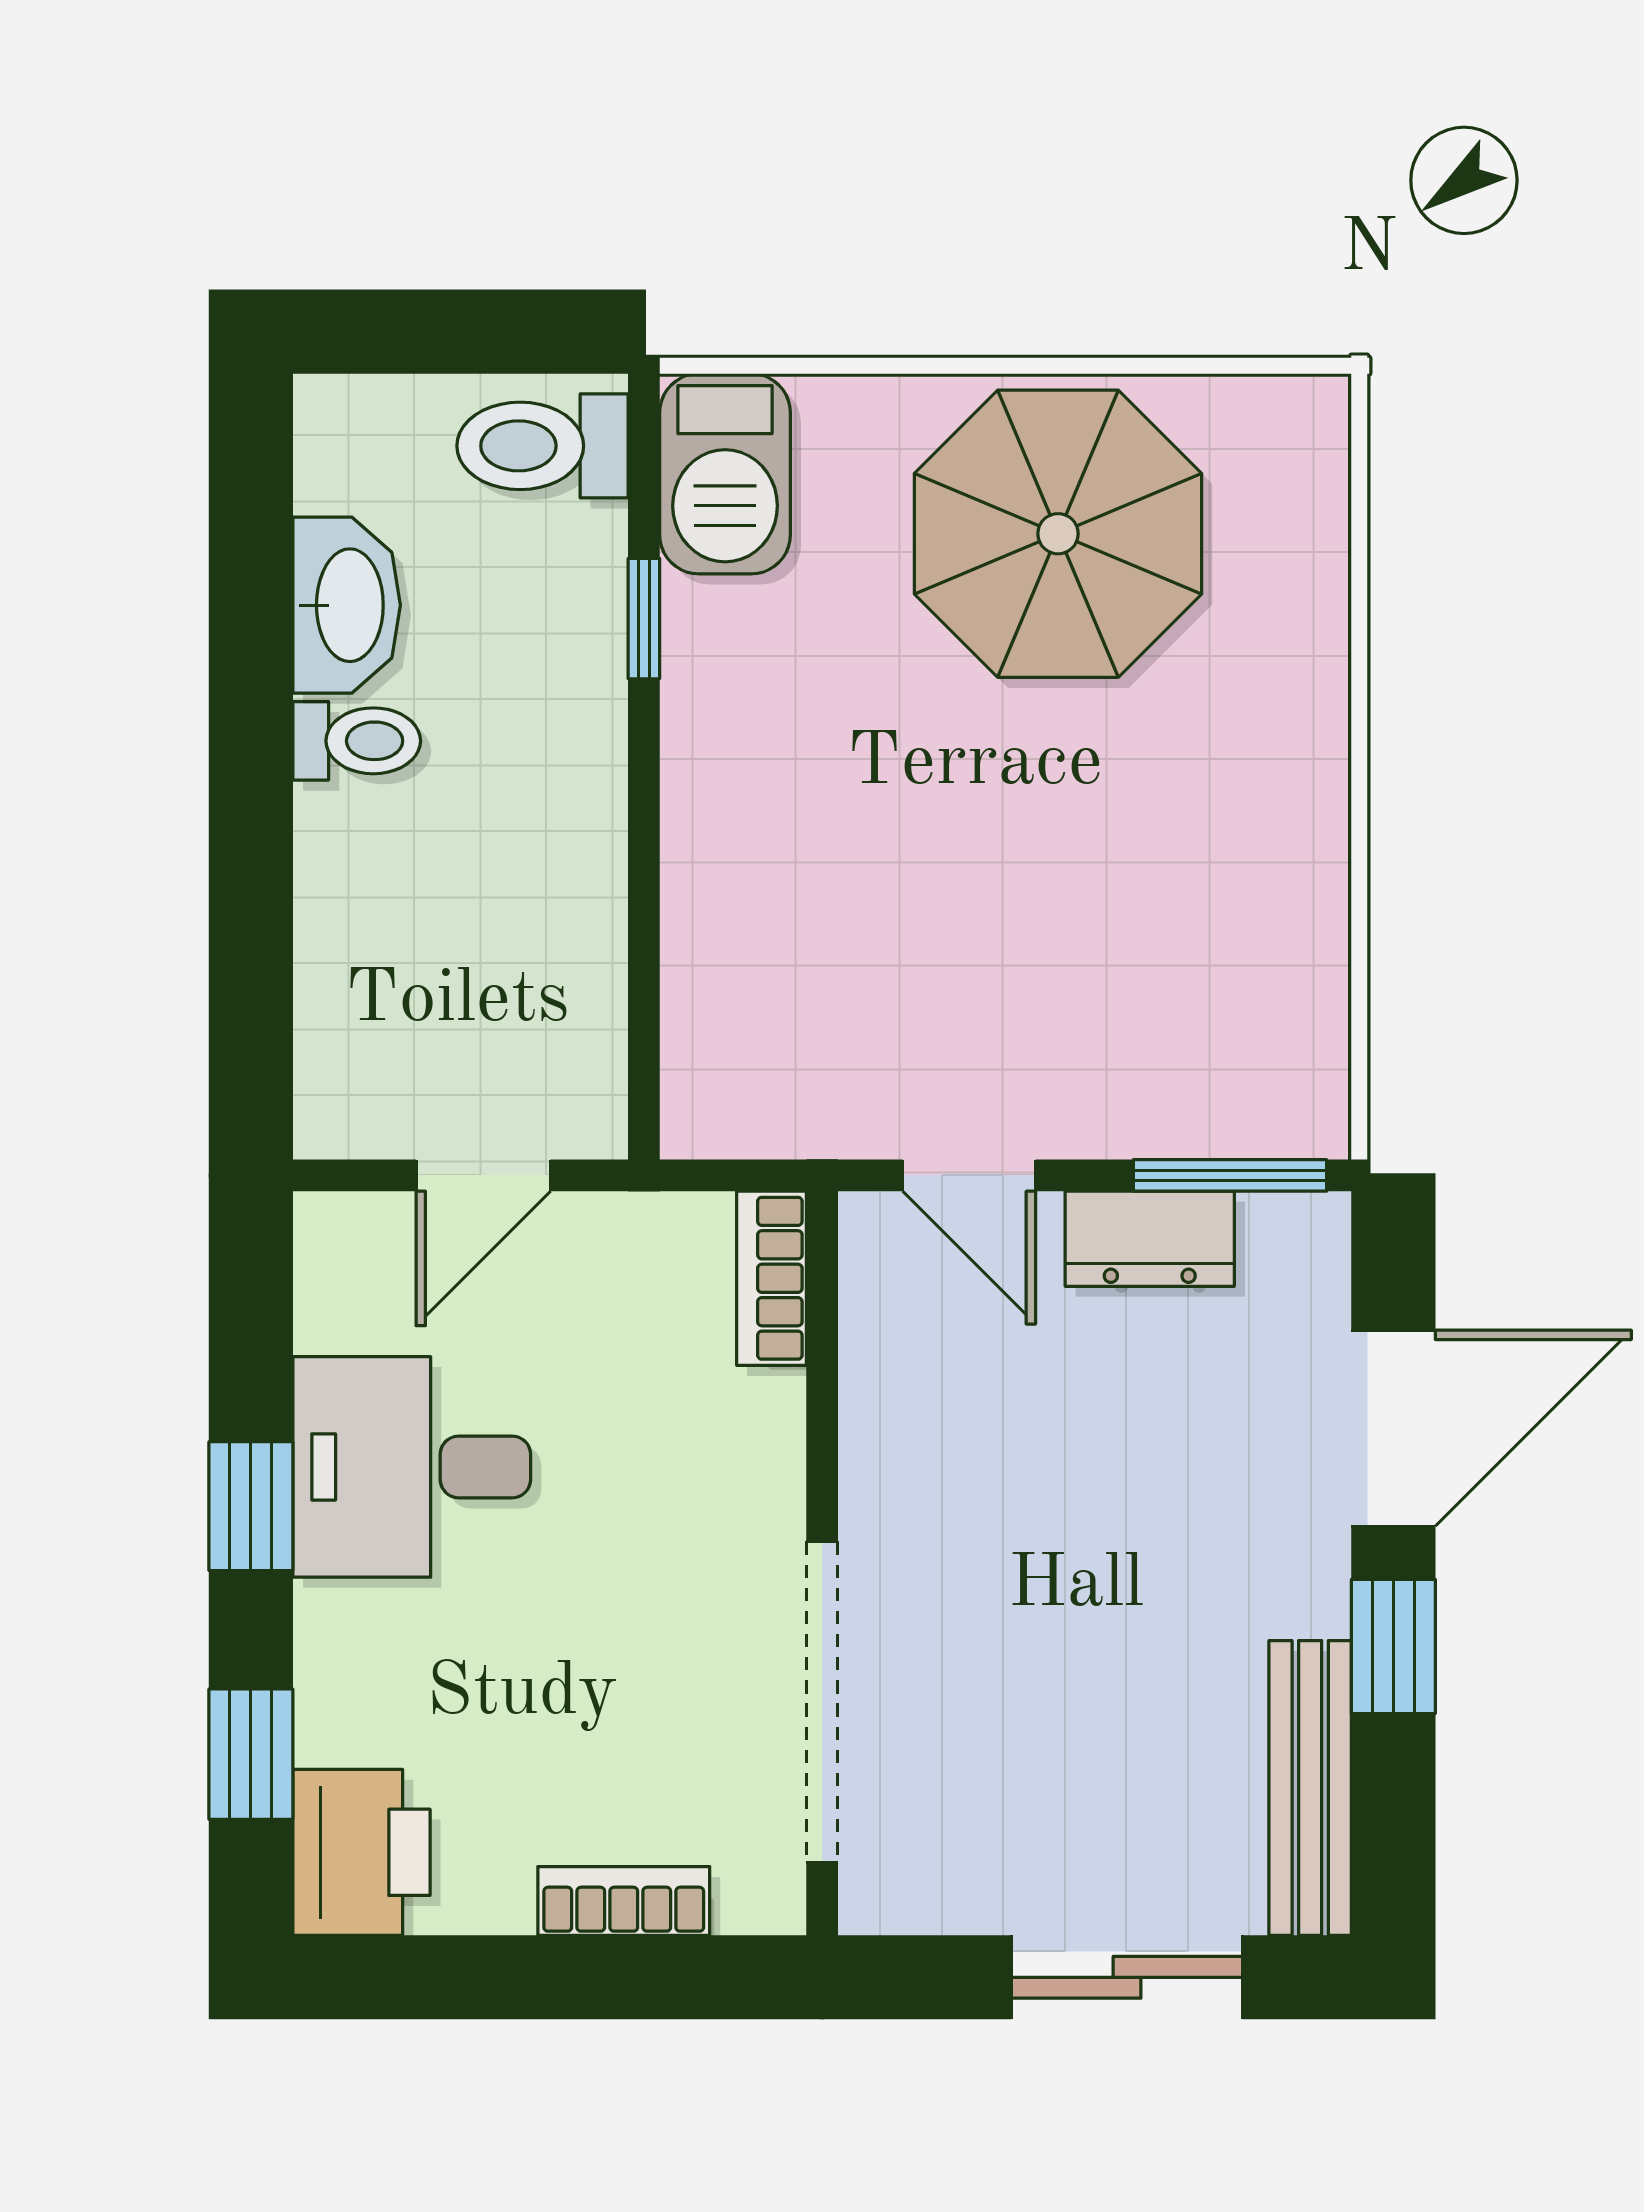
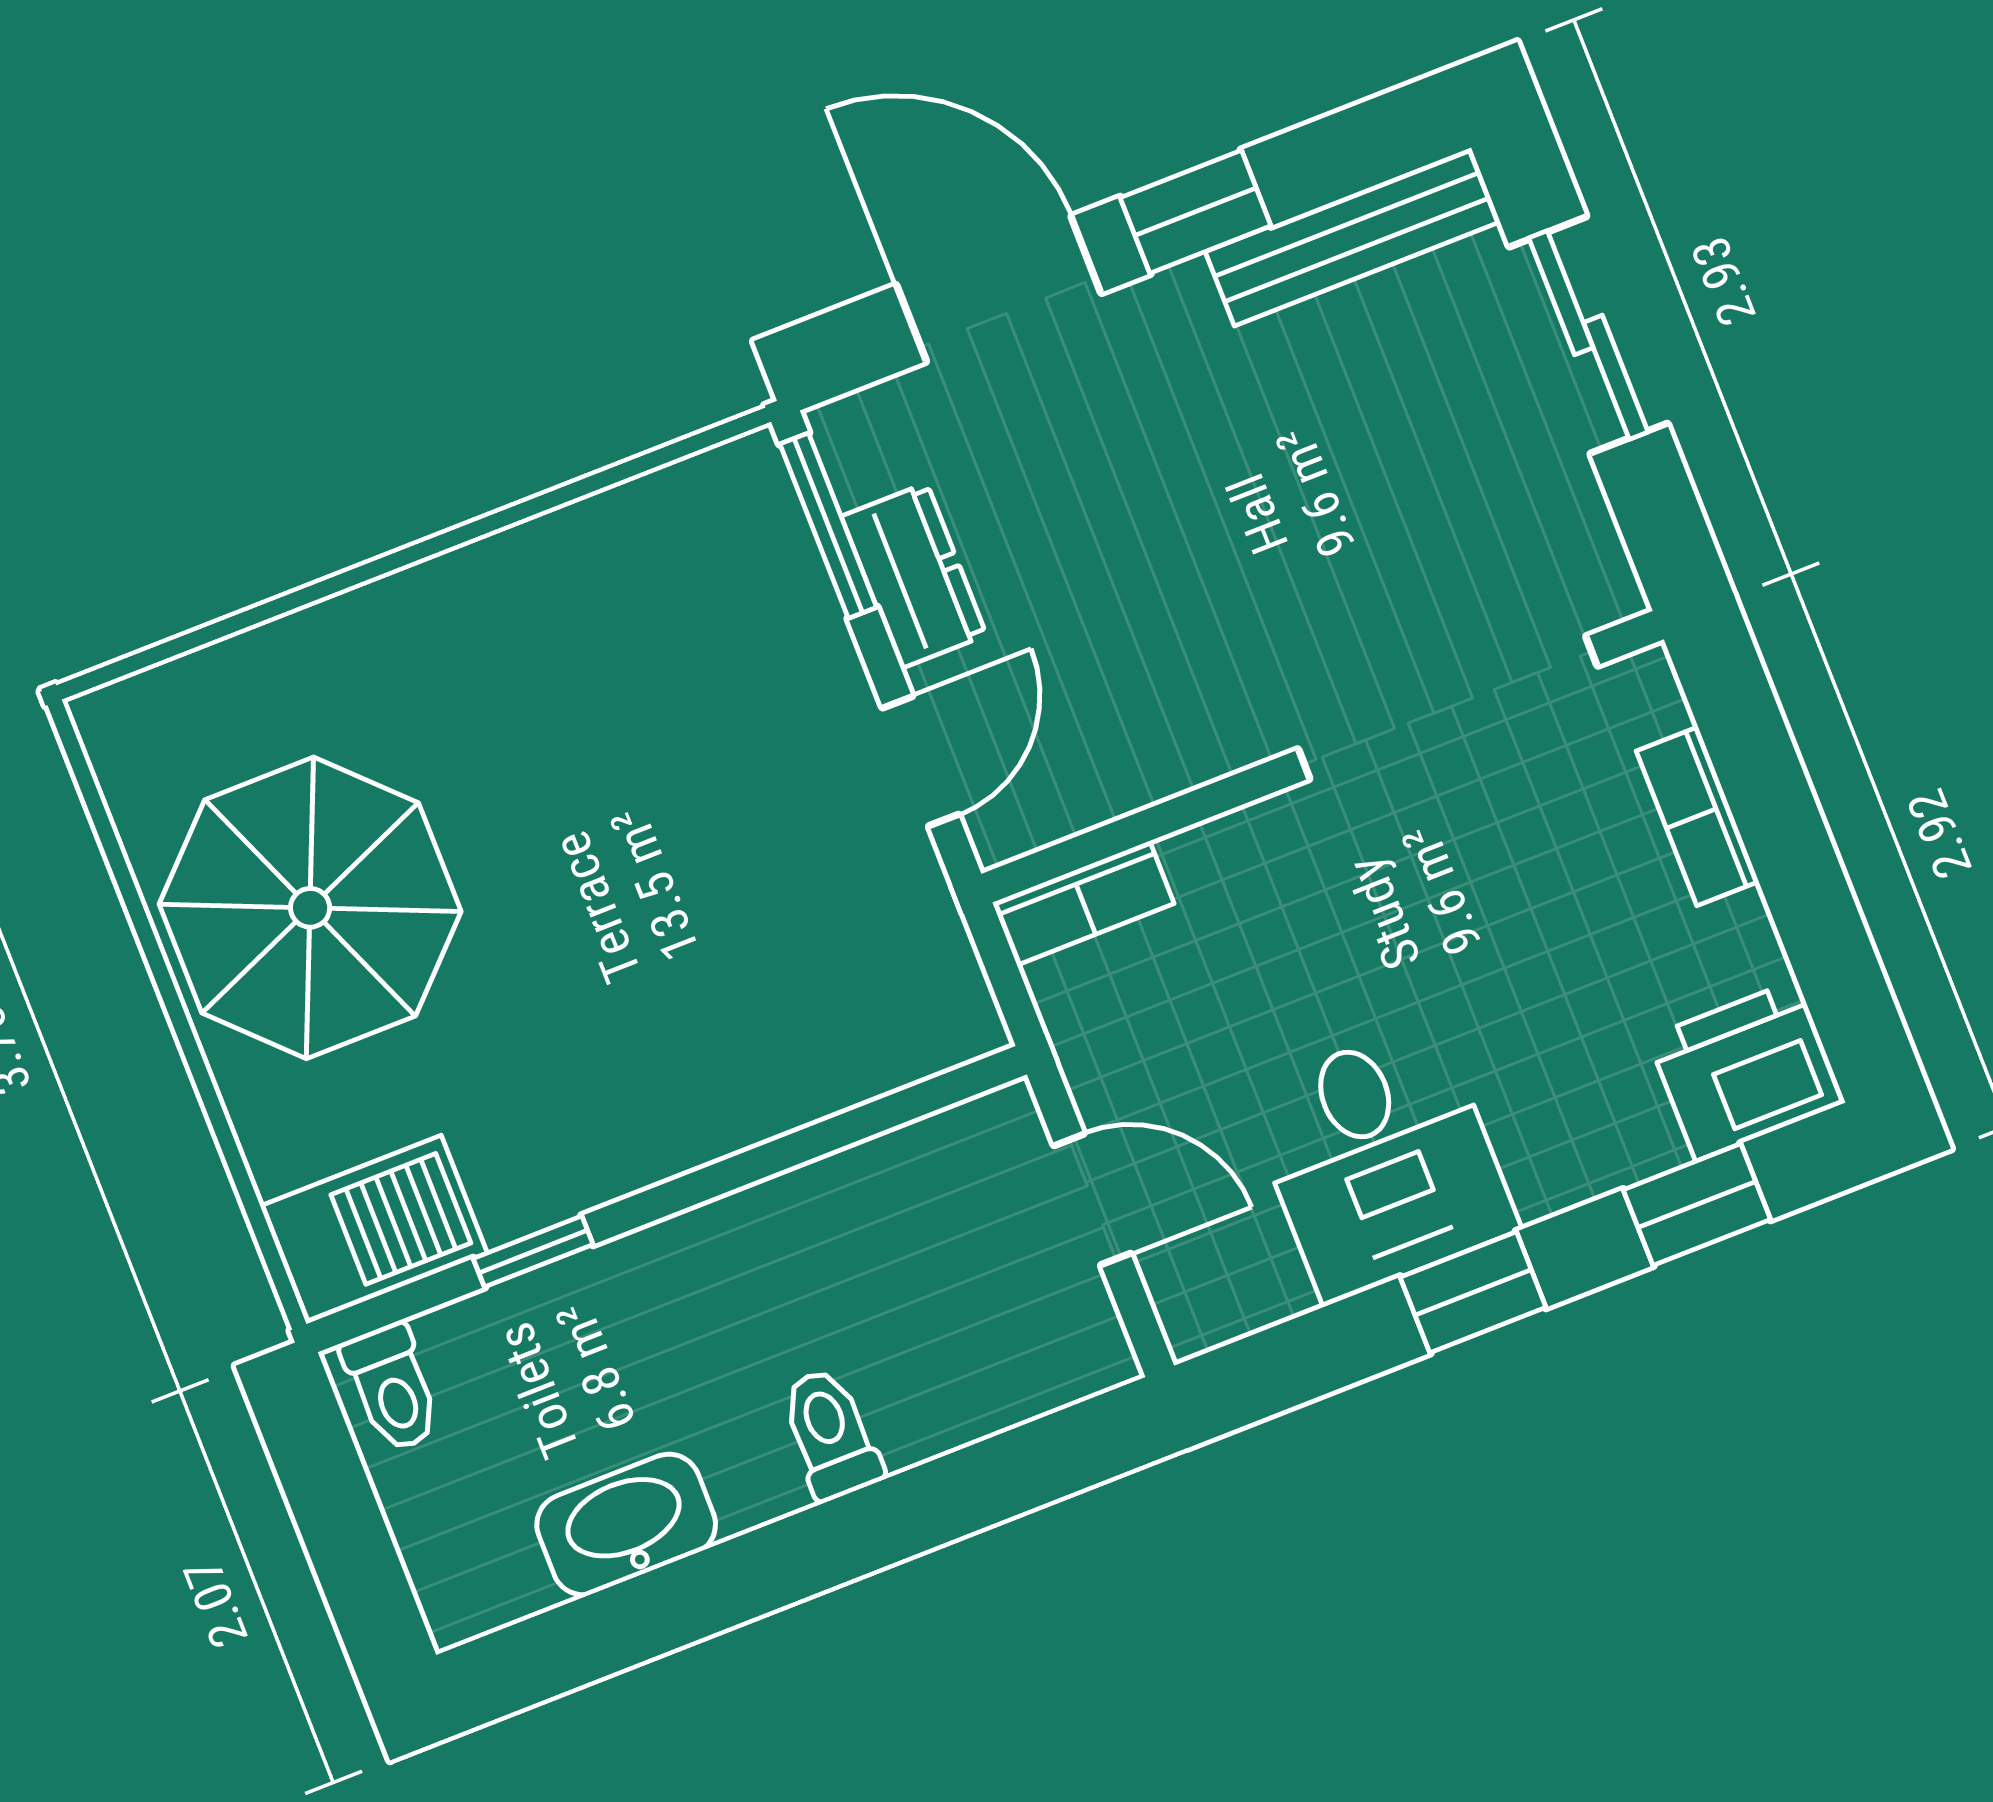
toilet: (542, 446) -> (392, 1388), width x0.73, depth x0.72
toilet: (357, 741) -> (831, 1434), moved

